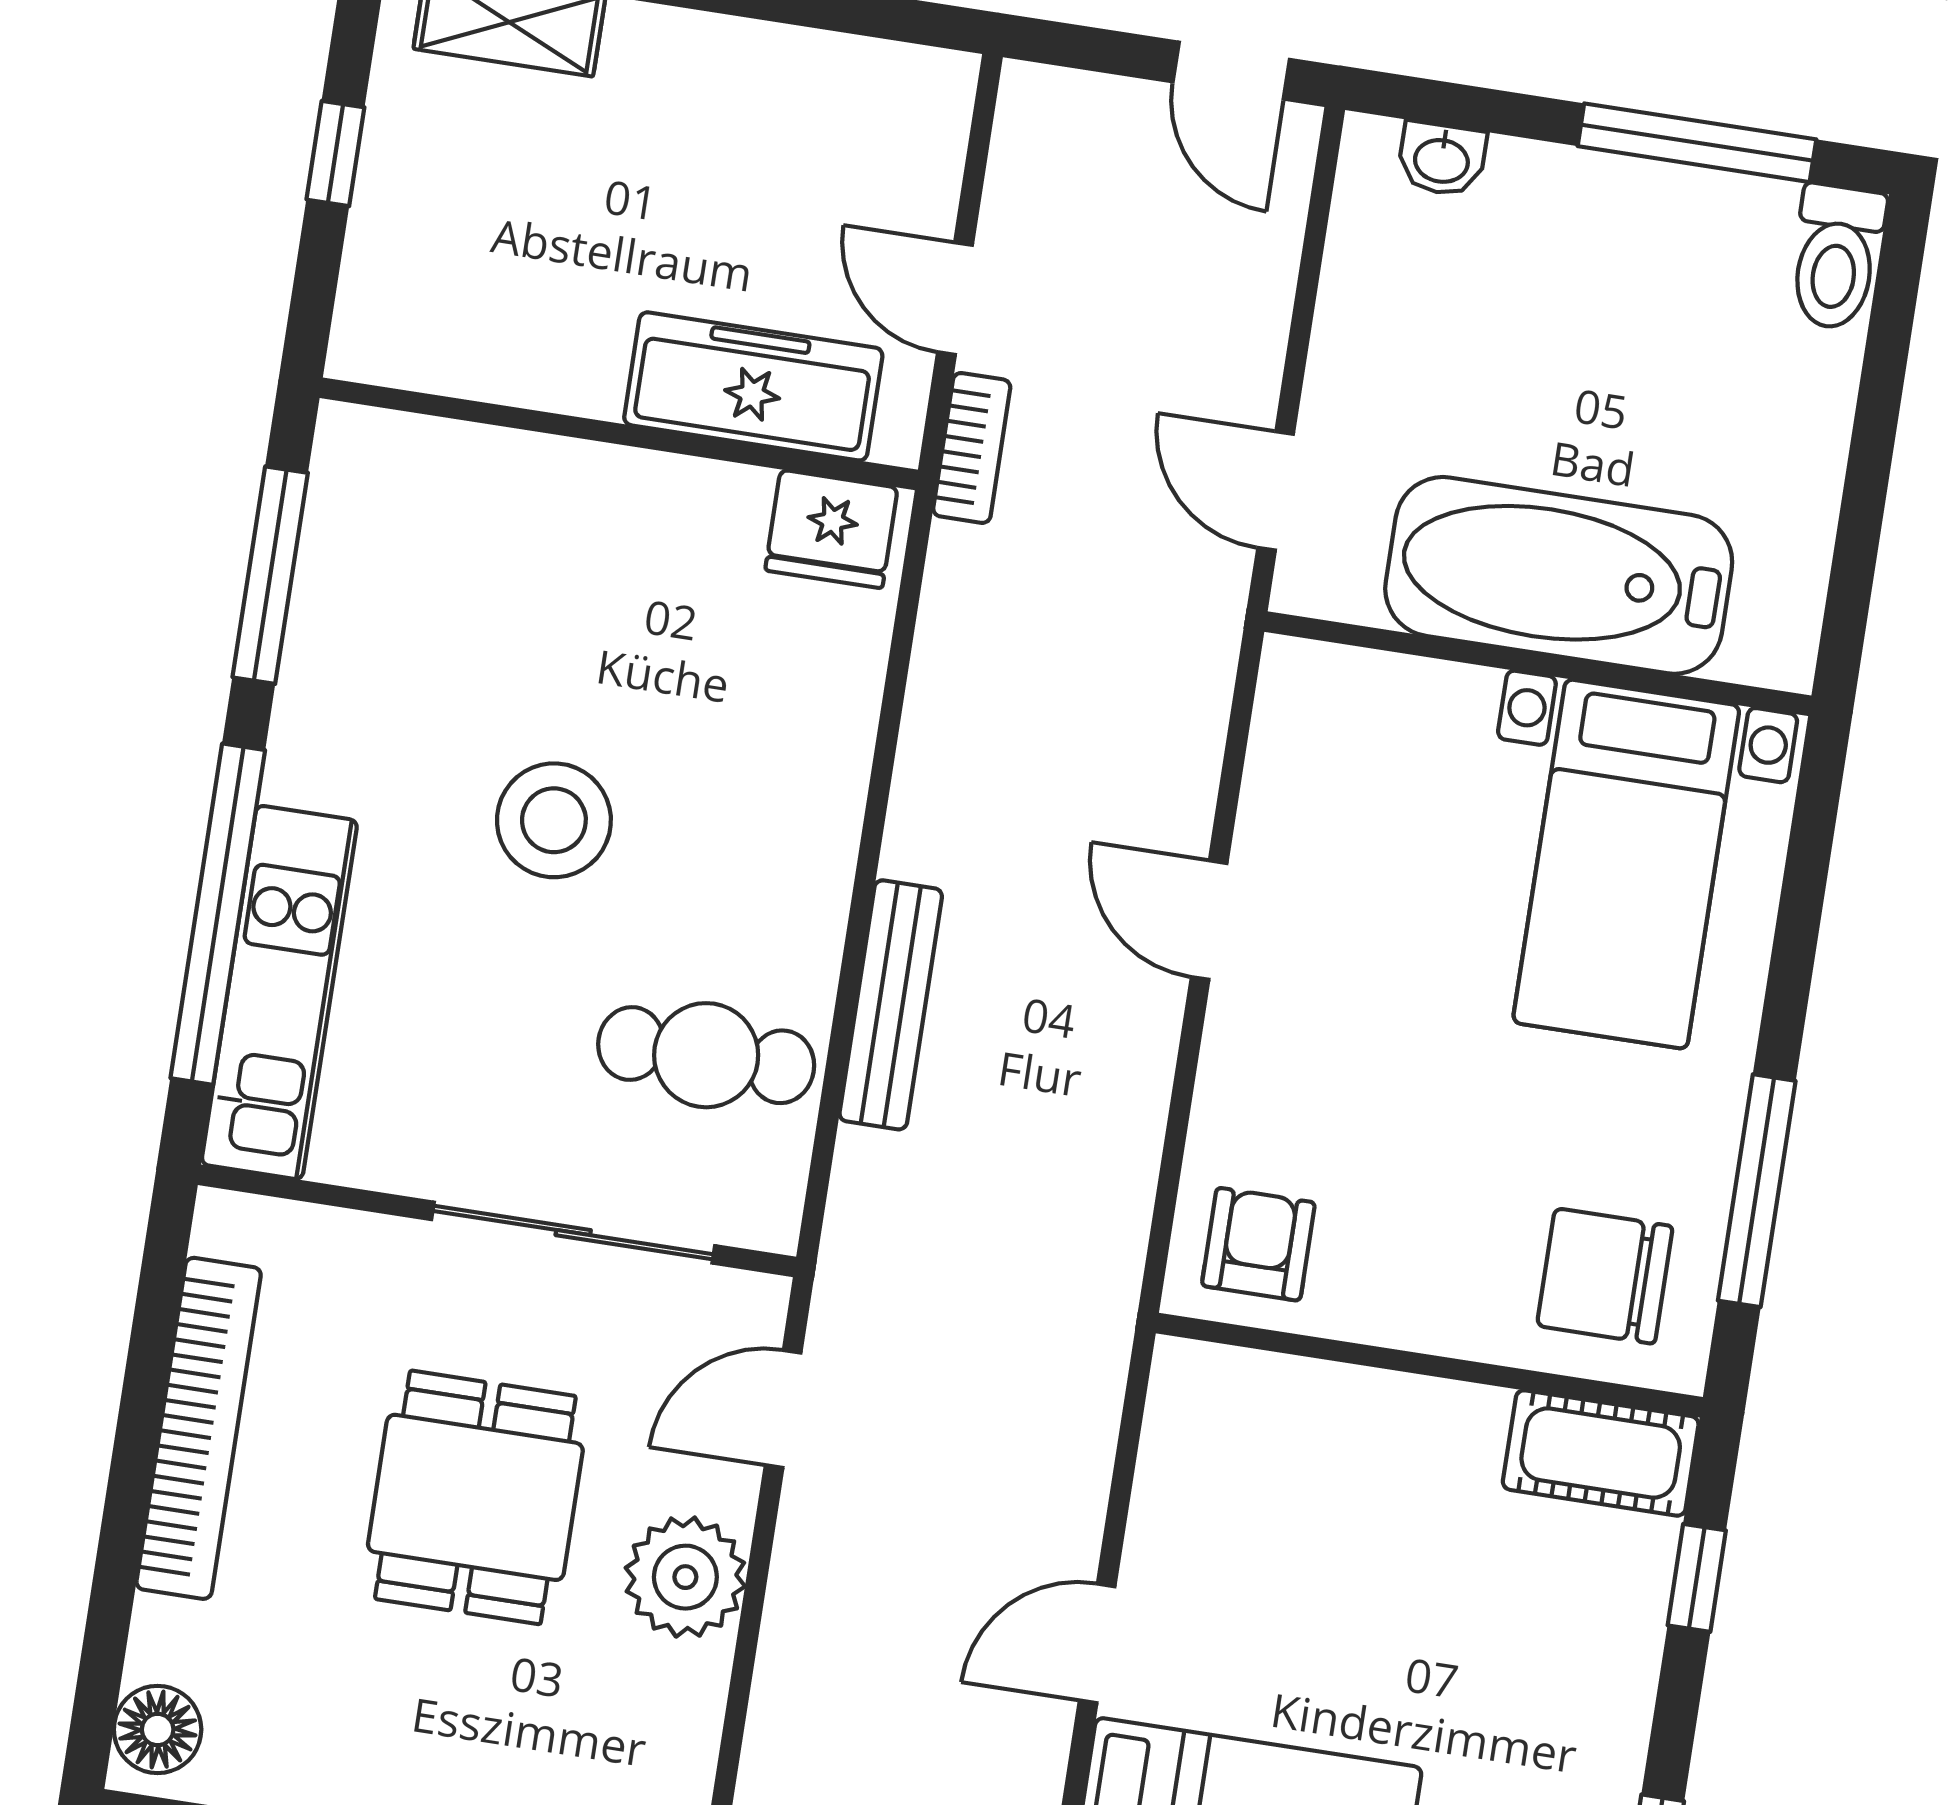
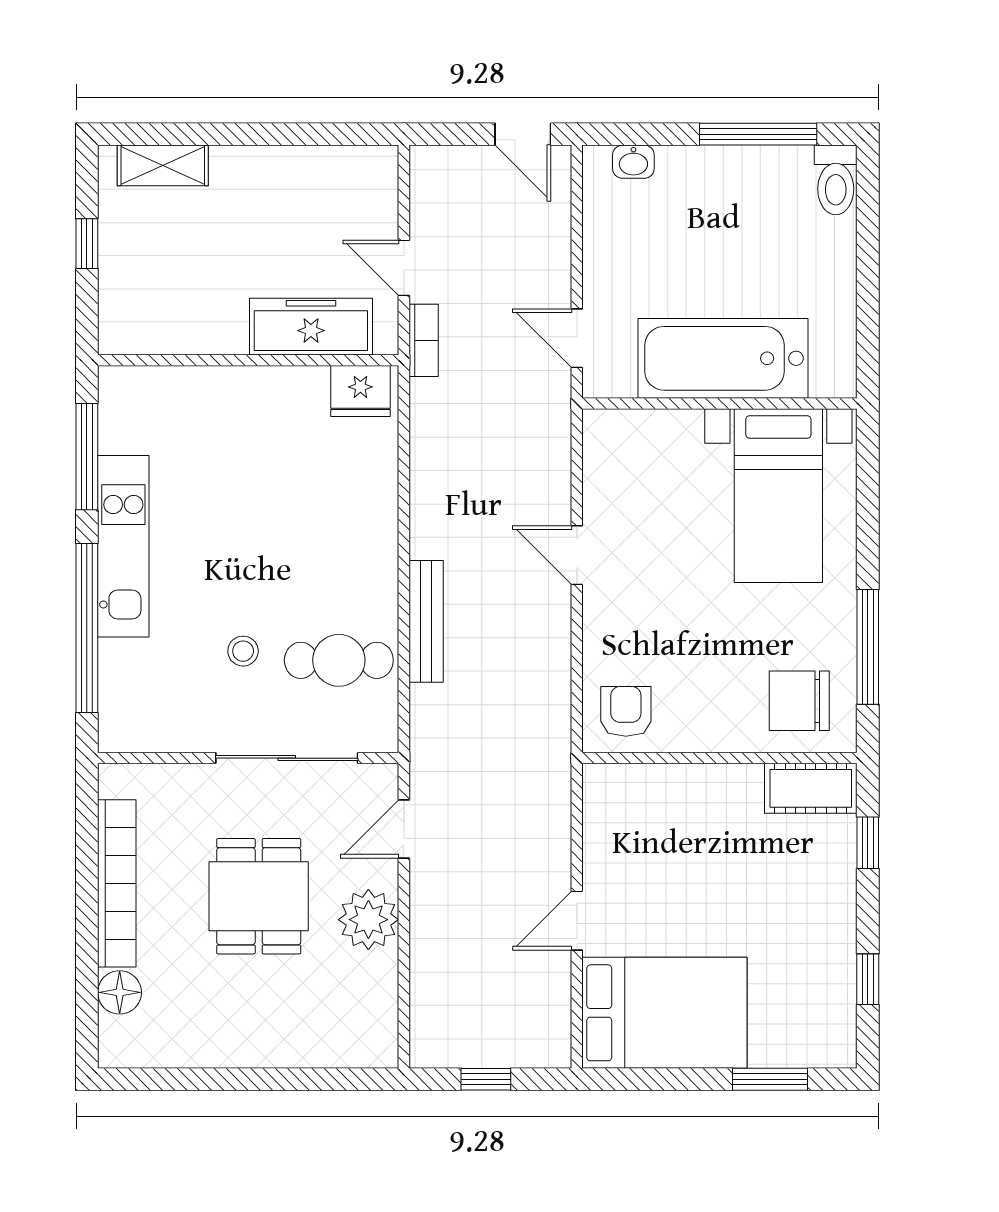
stool: (554, 820) -> (243, 651), moved, width x0.53, depth x0.53
kitchen unit: (279, 992) -> (123, 546), moved
floor lamp: (158, 1729) -> (120, 992), moved

